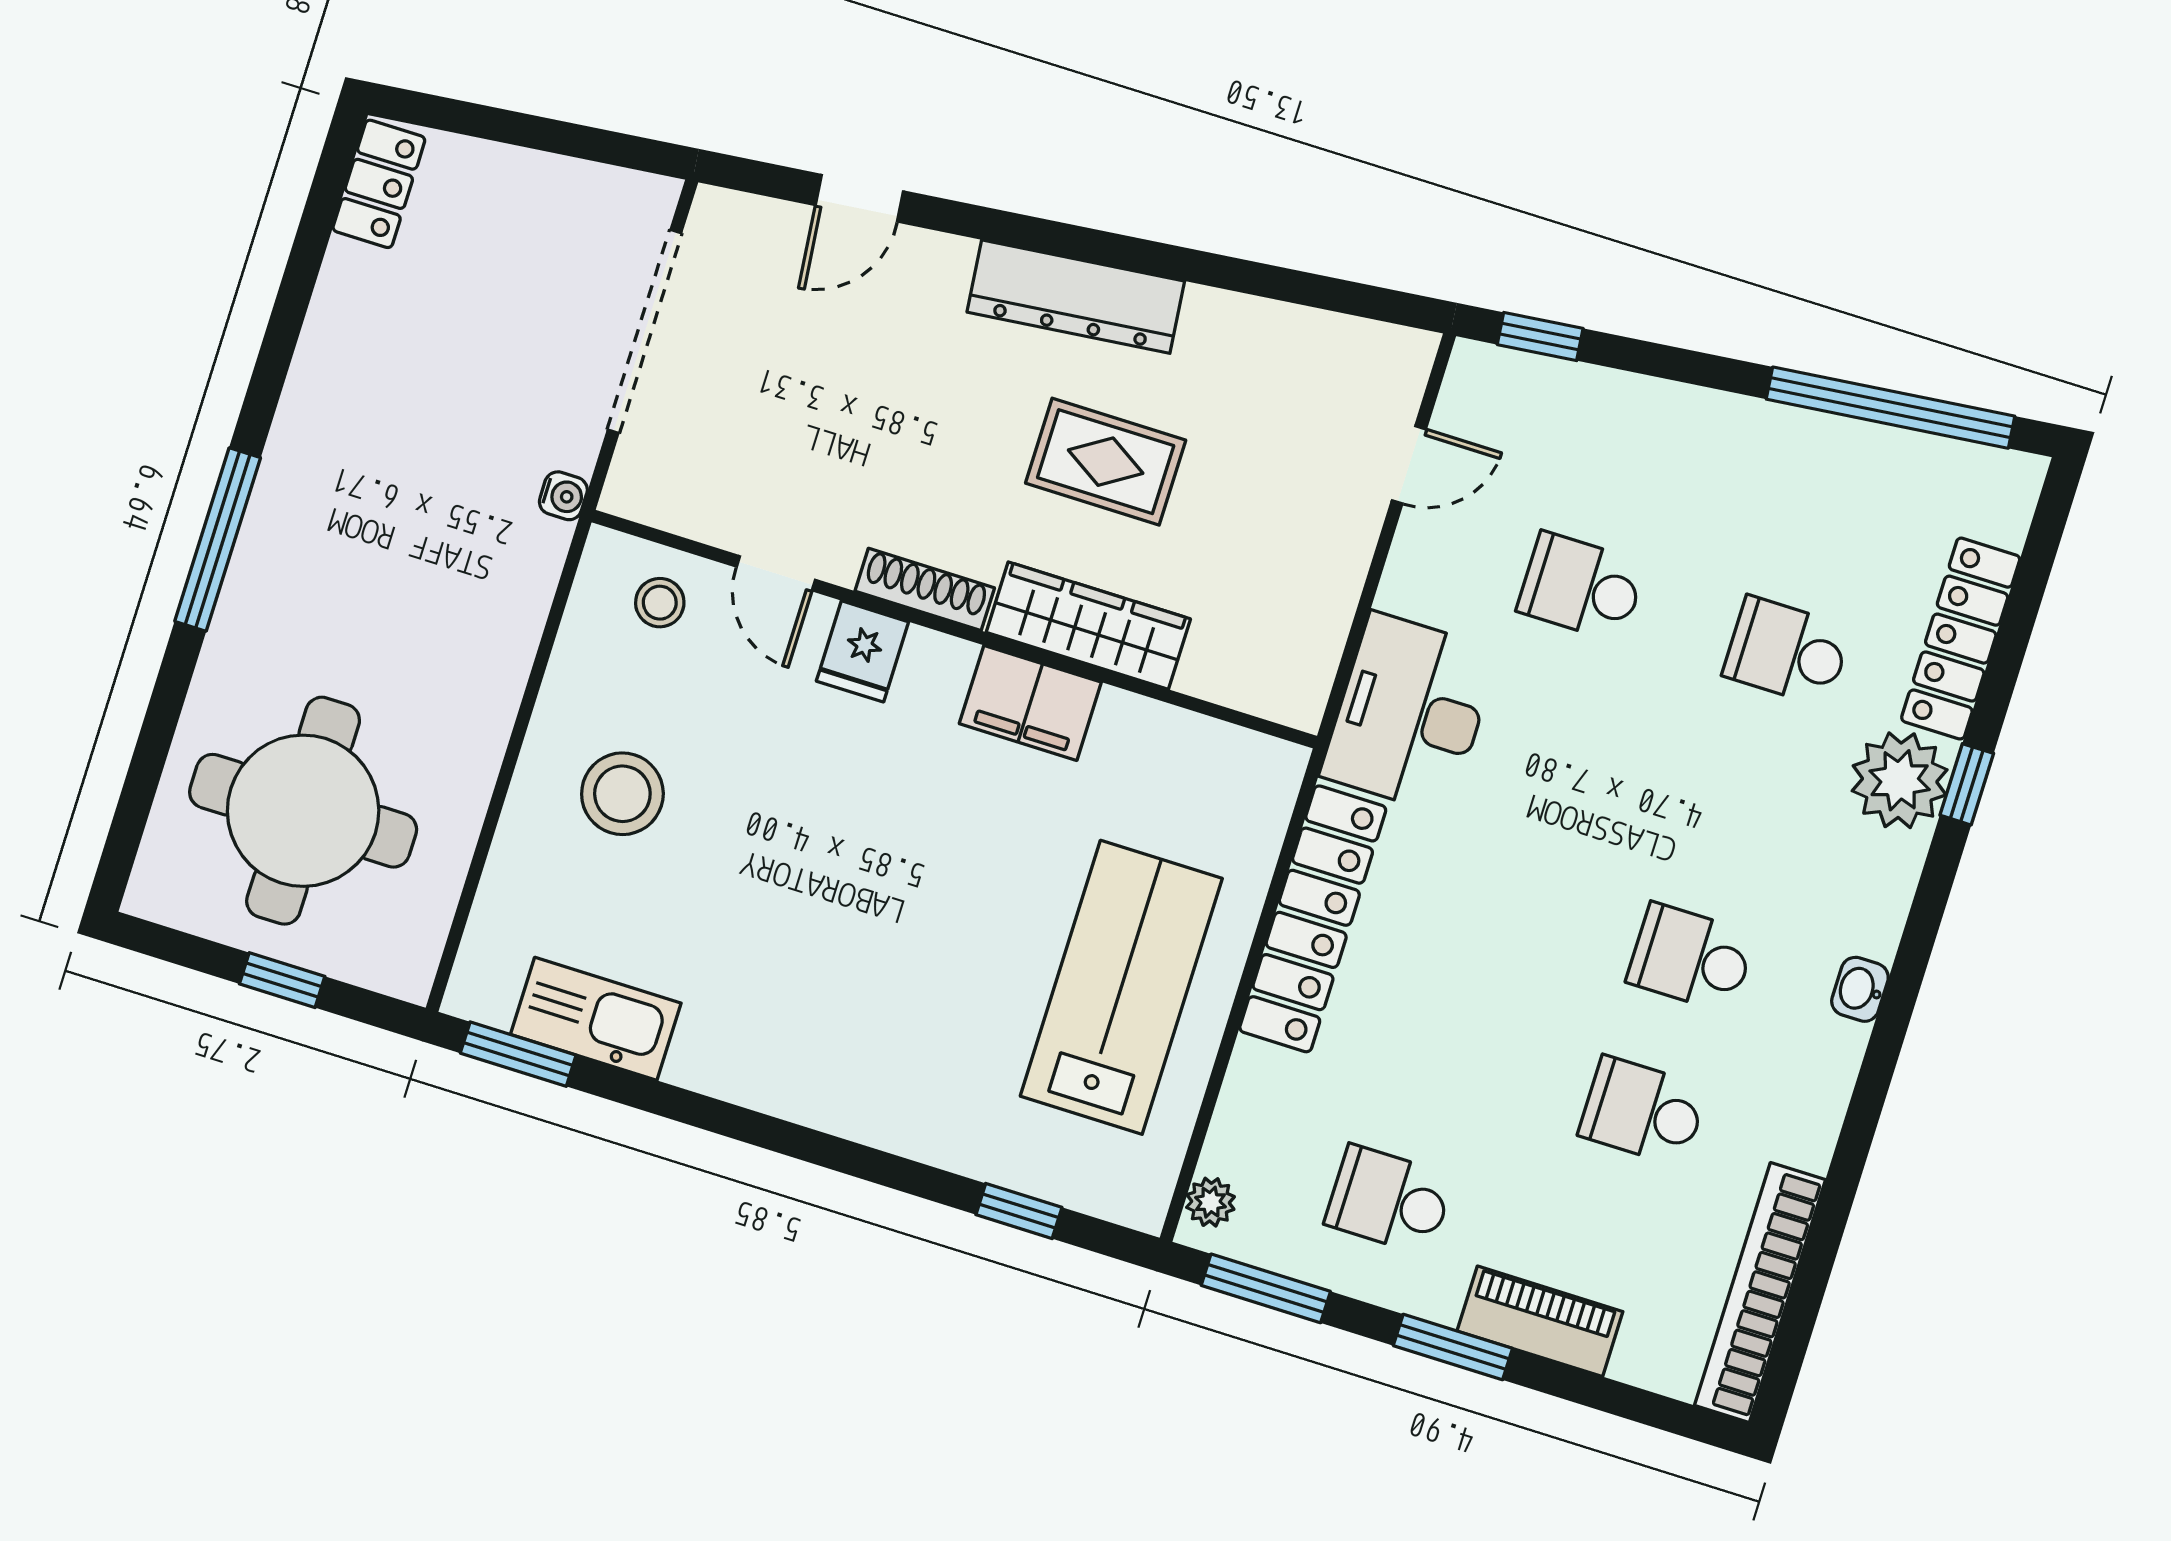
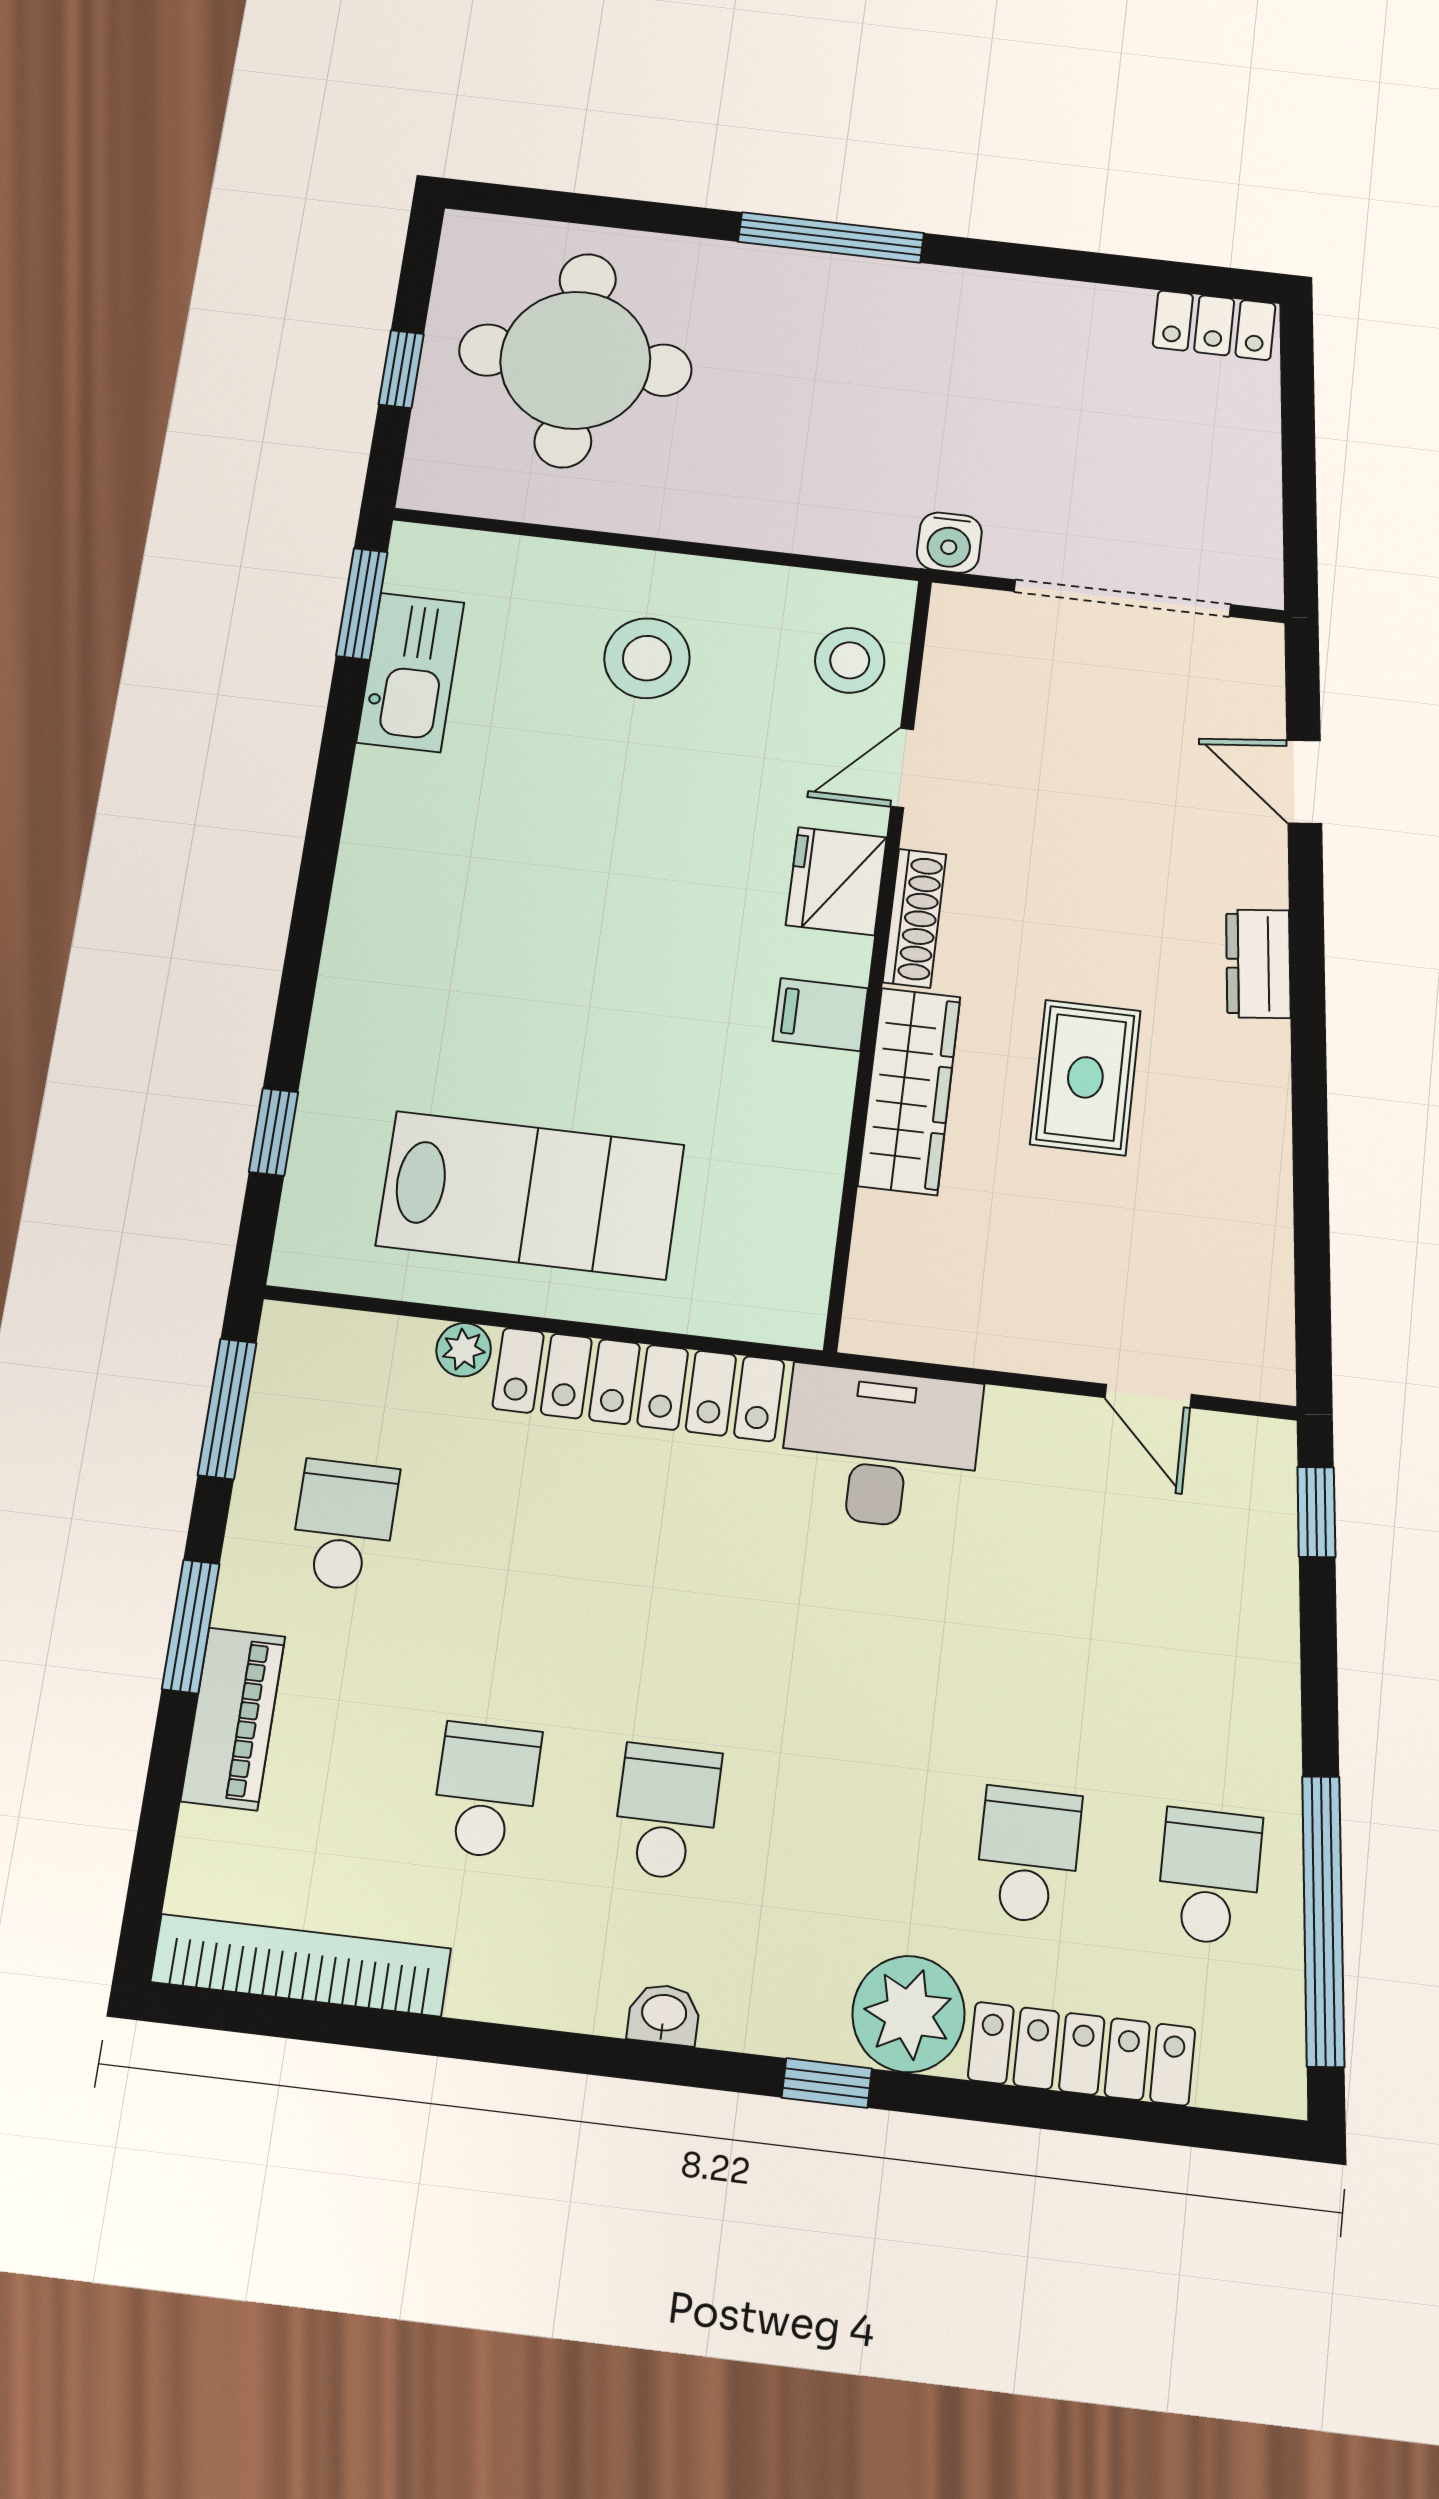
dresser: (1076, 297) -> (1258, 964), width x0.51, depth x0.80
water cooler: (563, 496) -> (949, 543), width x1.38, depth x1.38
school desk: (1581, 587) -> (1209, 1876), moved
stool: (660, 603) -> (850, 660), width x1.37, depth x1.37
fridge: (862, 651) -> (836, 881), width x1.38
filing cabinet: (1030, 703) -> (820, 1015), width x0.50
window: (1967, 784) -> (827, 2083), moved
plant: (1211, 1202) -> (464, 1350), moved

